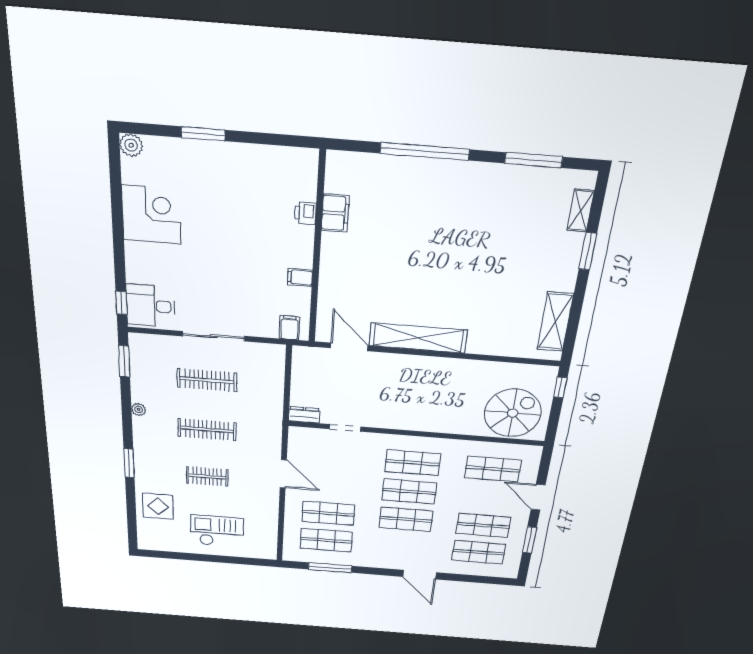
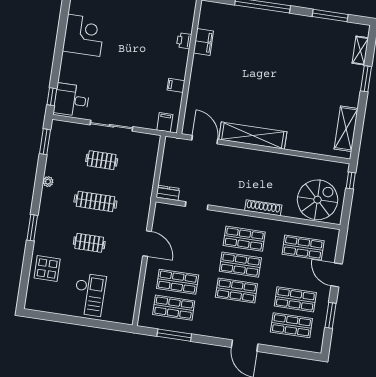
clothes rail: (207, 380) -> (102, 160), width x0.73
shoe rack: (437, 426) -> (263, 208), added
checkout: (217, 531) -> (89, 295), turned 90

